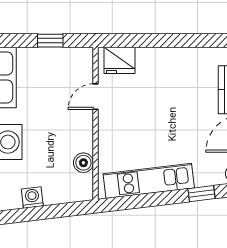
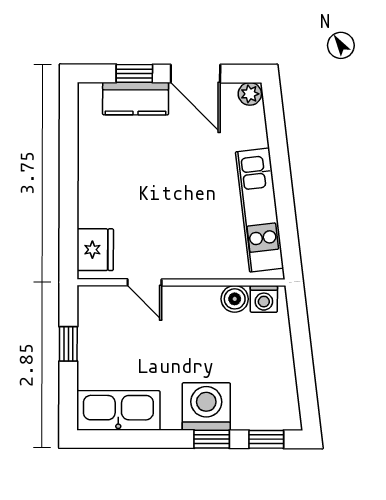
window: (202, 194) -> (277, 138), removed
washing machine: (32, 198) -> (264, 299), moved, turned -83

